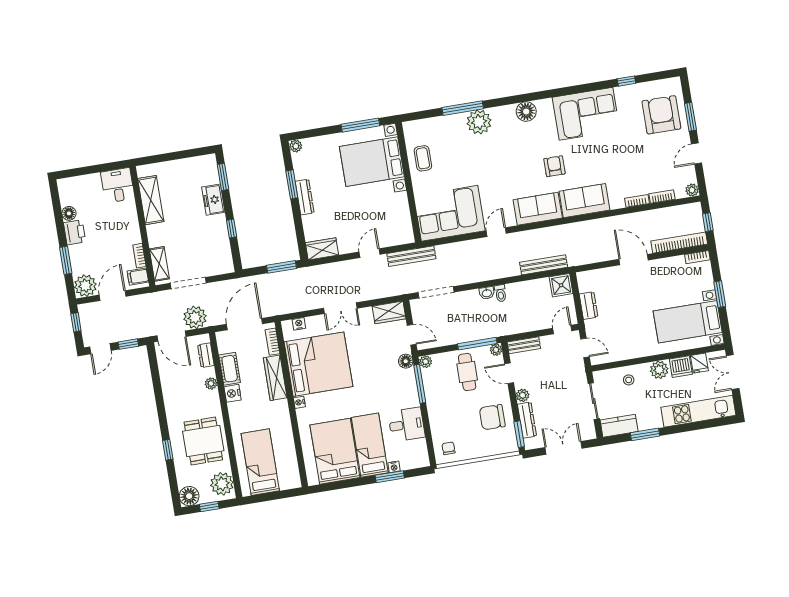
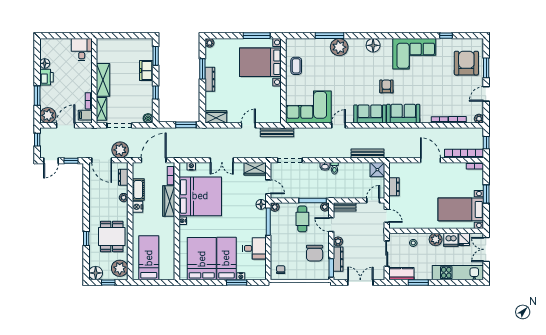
shelving: (151, 200) -> (103, 80), moved
boiler: (227, 267) -> (148, 118), added
chair: (492, 417) -> (315, 253), turned -90

